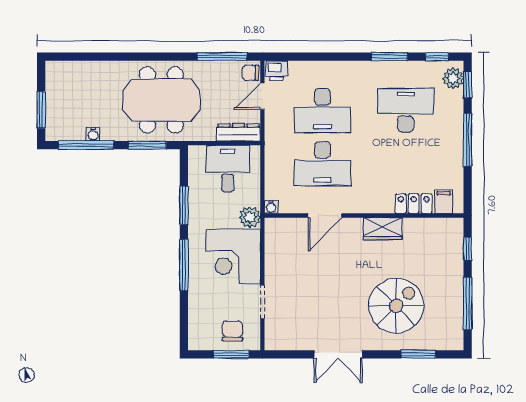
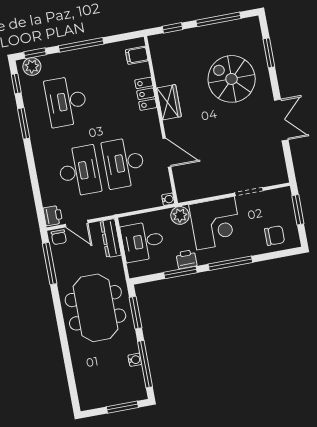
desk: (322, 164) -> (124, 163), turned 180
locker: (414, 204) -> (146, 94), moved
printer: (198, 215) -> (186, 259), added
chair: (232, 331) -> (275, 236), moved, turned 180

